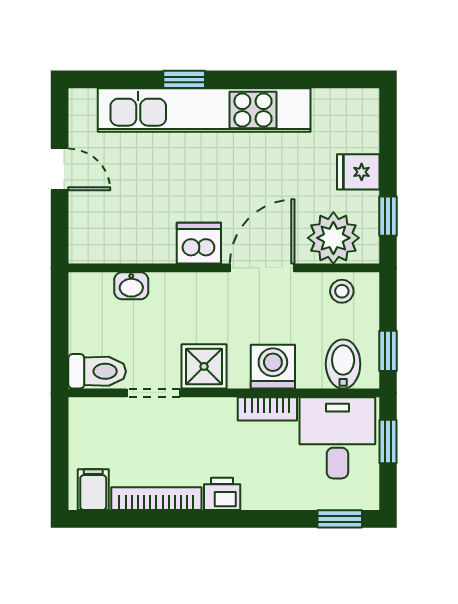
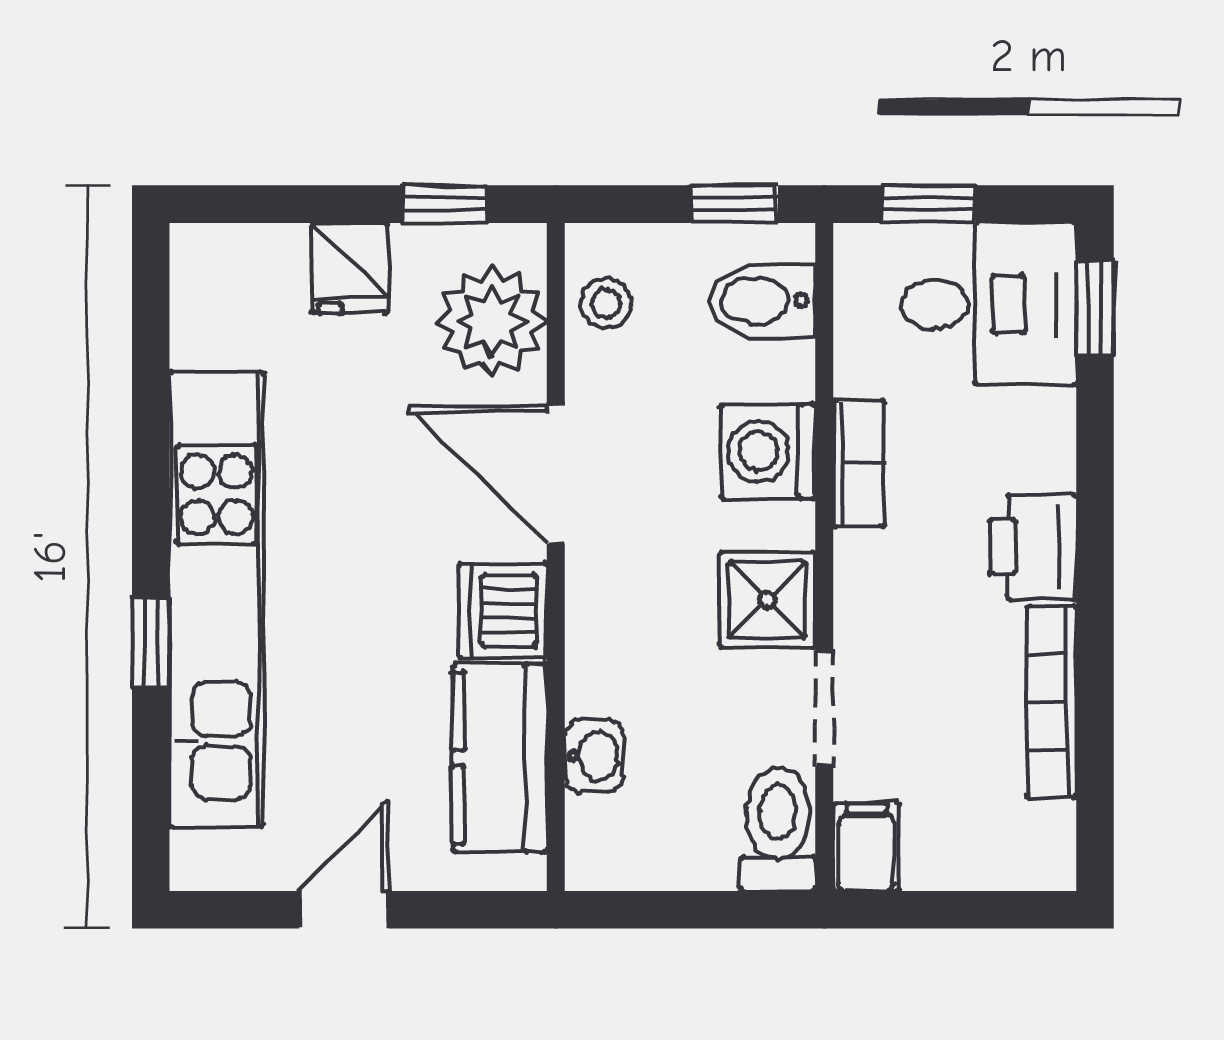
kitchen counter: (130, 242) -> (500, 758), added
desk: (337, 438) -> (989, 304), moved, turned 180
filing cabinet: (93, 490) -> (866, 847), moved, turned 90
printer: (222, 494) -> (1033, 547), width x1.36, depth x1.24

